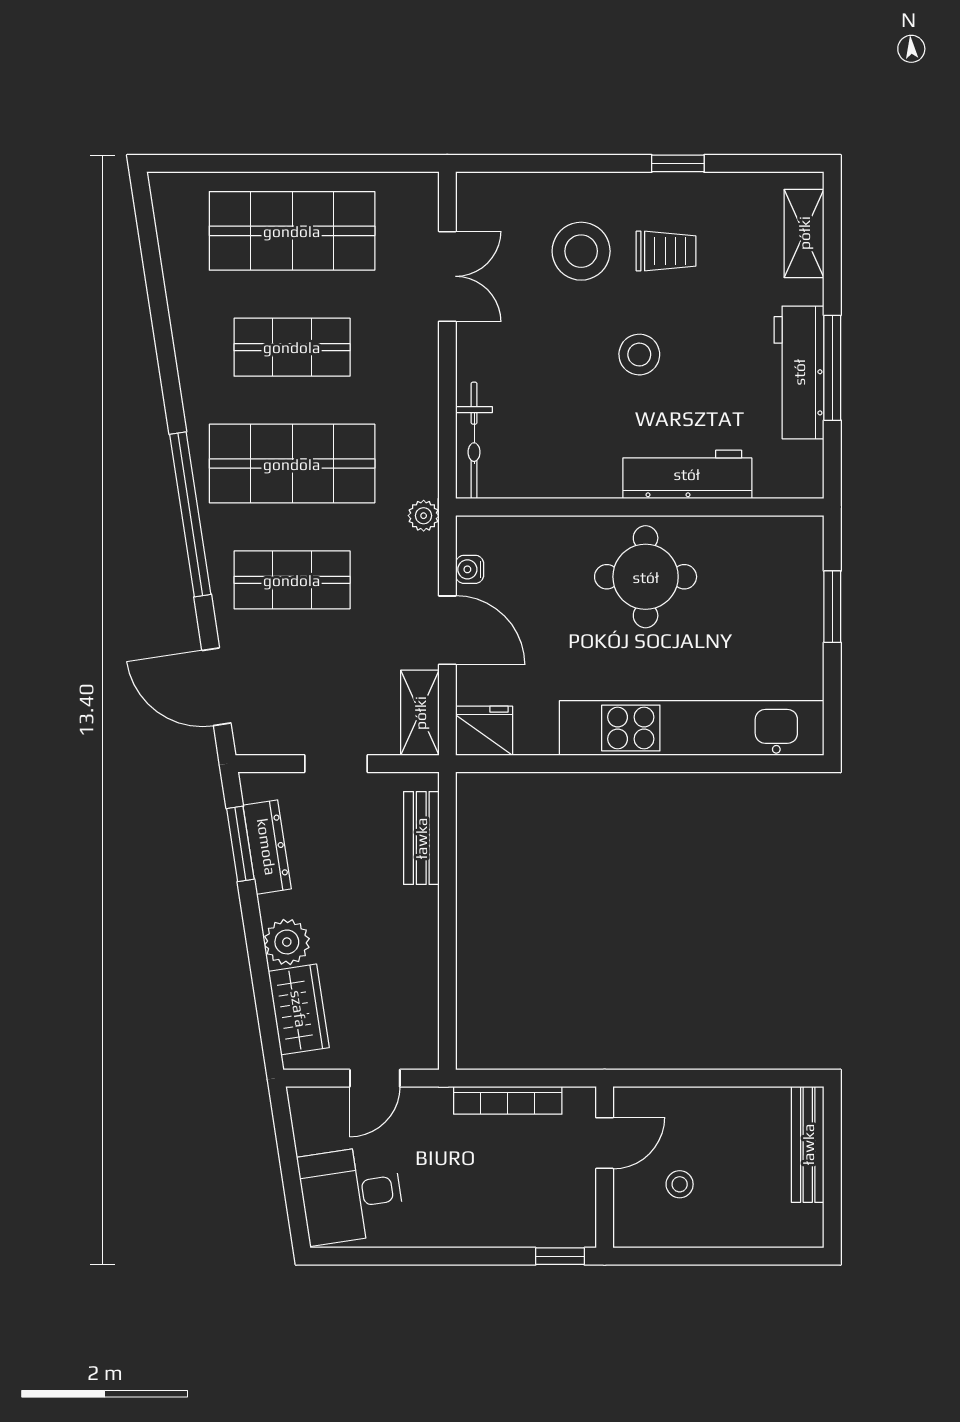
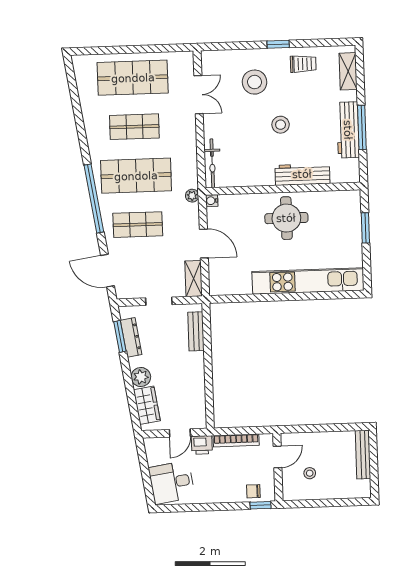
window: (678, 163) -> (278, 44), moved
trolley: (666, 251) -> (303, 64), moved
water cooler: (470, 569) -> (212, 201), moved
fridge: (484, 731) -> (221, 285), removed
printer: (426, 1108) -> (202, 445), added
chair: (545, 1222) -> (253, 491), added

